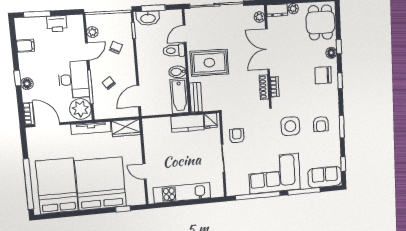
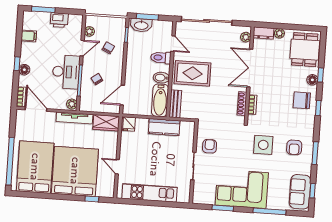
door: (185, 34) -> (173, 44), swing flipped
plant: (80, 109) -> (72, 104), width x0.53, depth x0.53
fridge: (211, 121) -> (129, 124), moved
sofa: (325, 177) -> (300, 192), moved, turned -90
window: (258, 196) -> (223, 208), width x0.47

